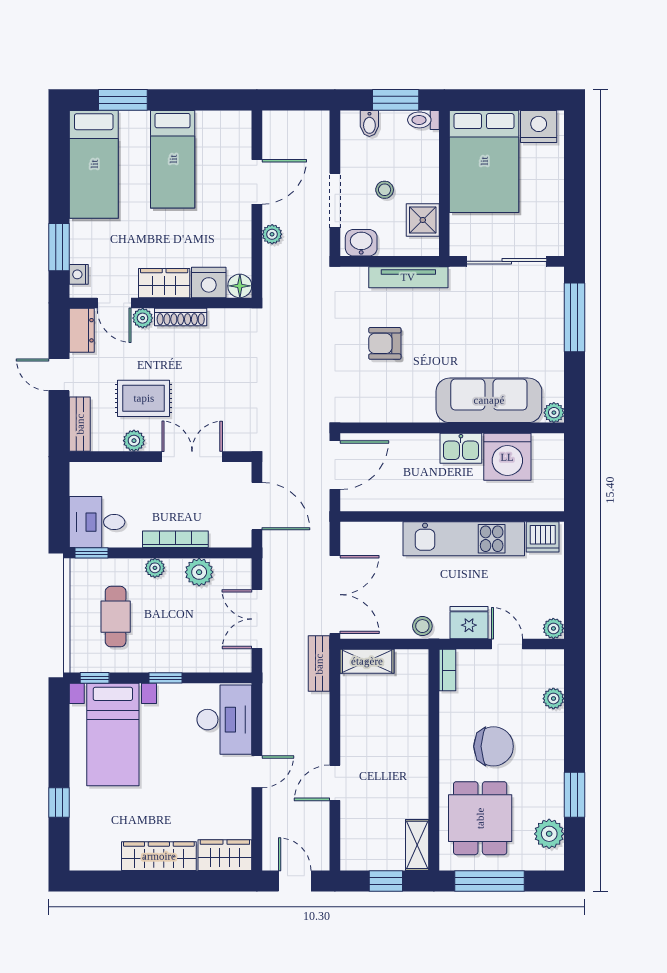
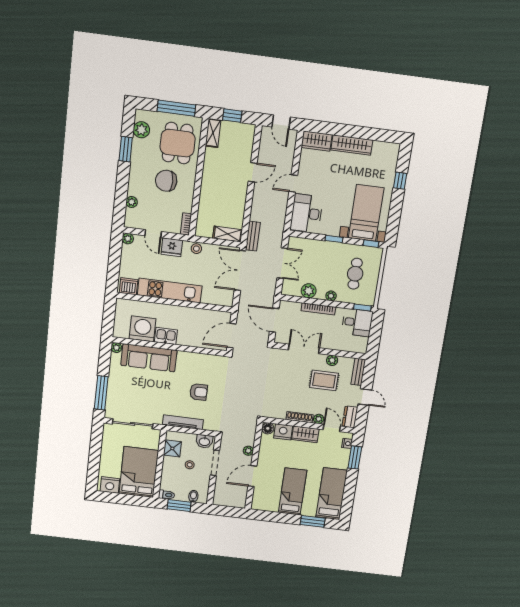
double door: (192, 457) -> (304, 349), swing flipped

